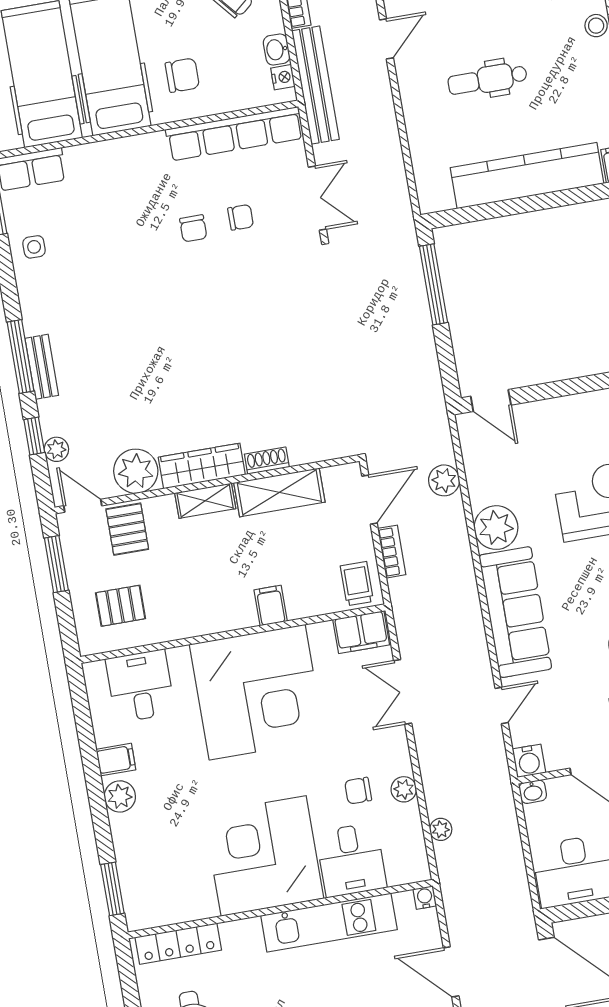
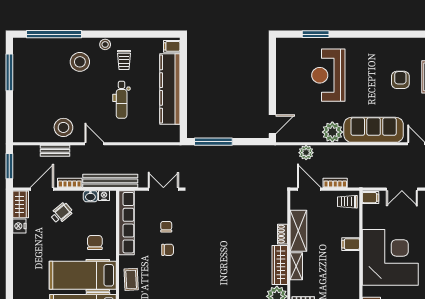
trolley: (571, 70) -> (124, 60), added
coffee table: (119, 164) -> (131, 279), added
filing cabinet: (361, 632) -> (370, 198), width x0.50

